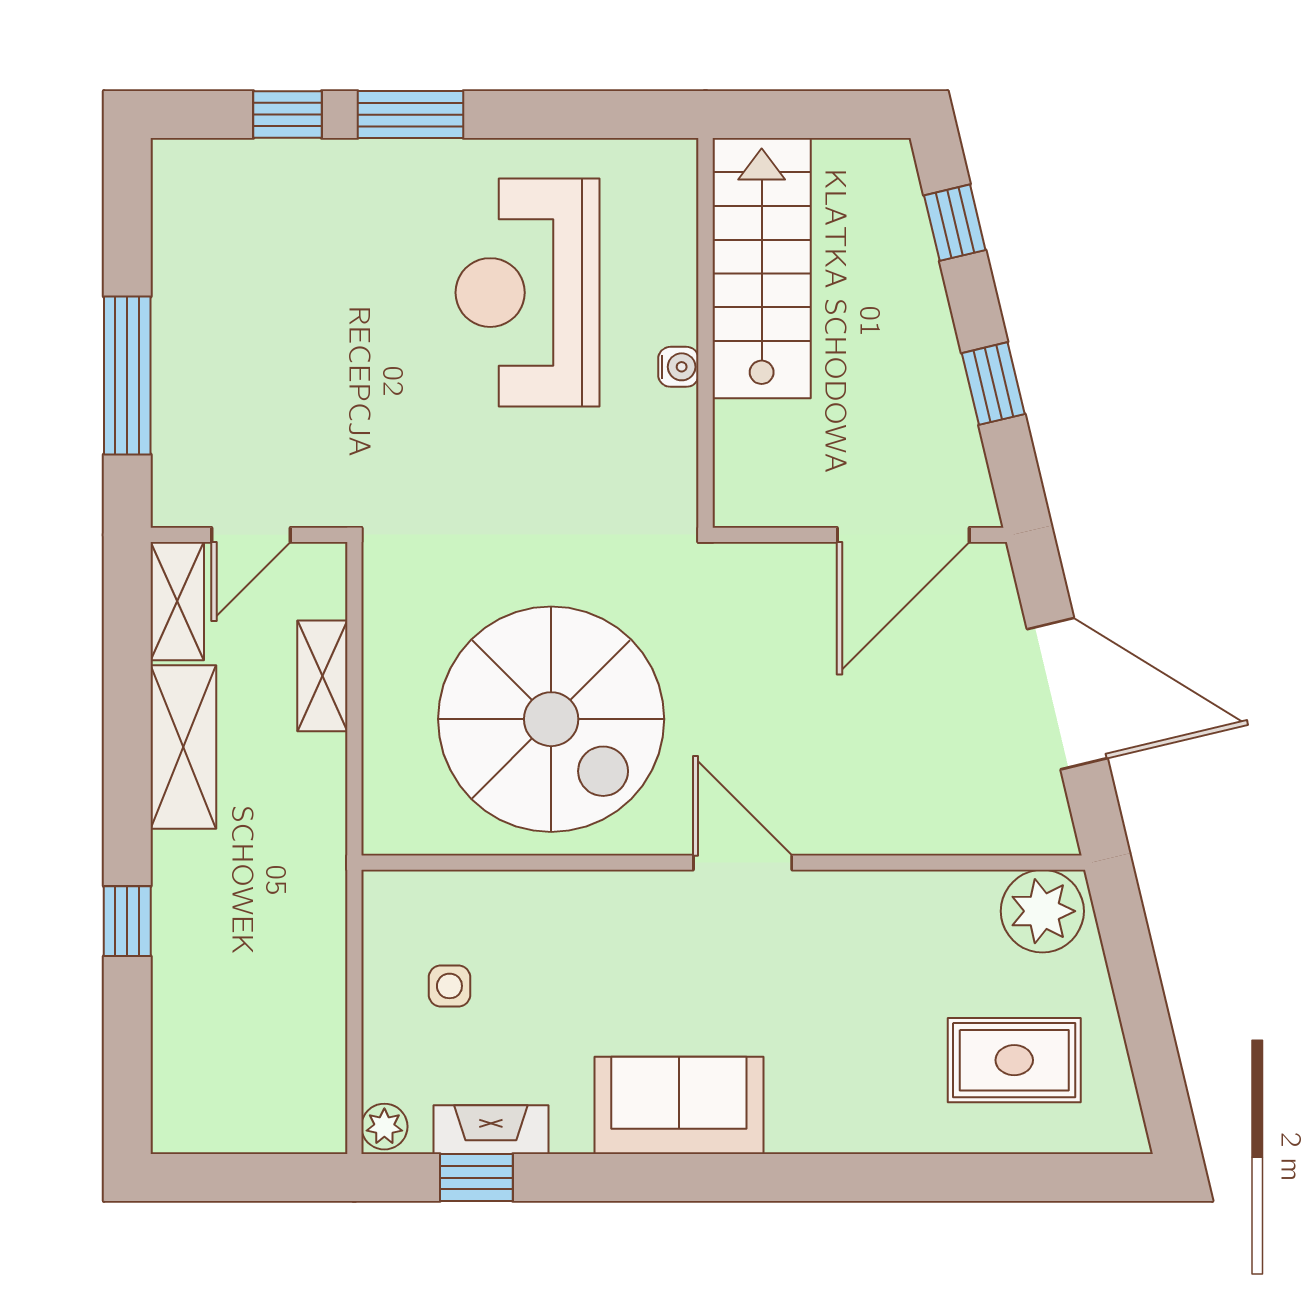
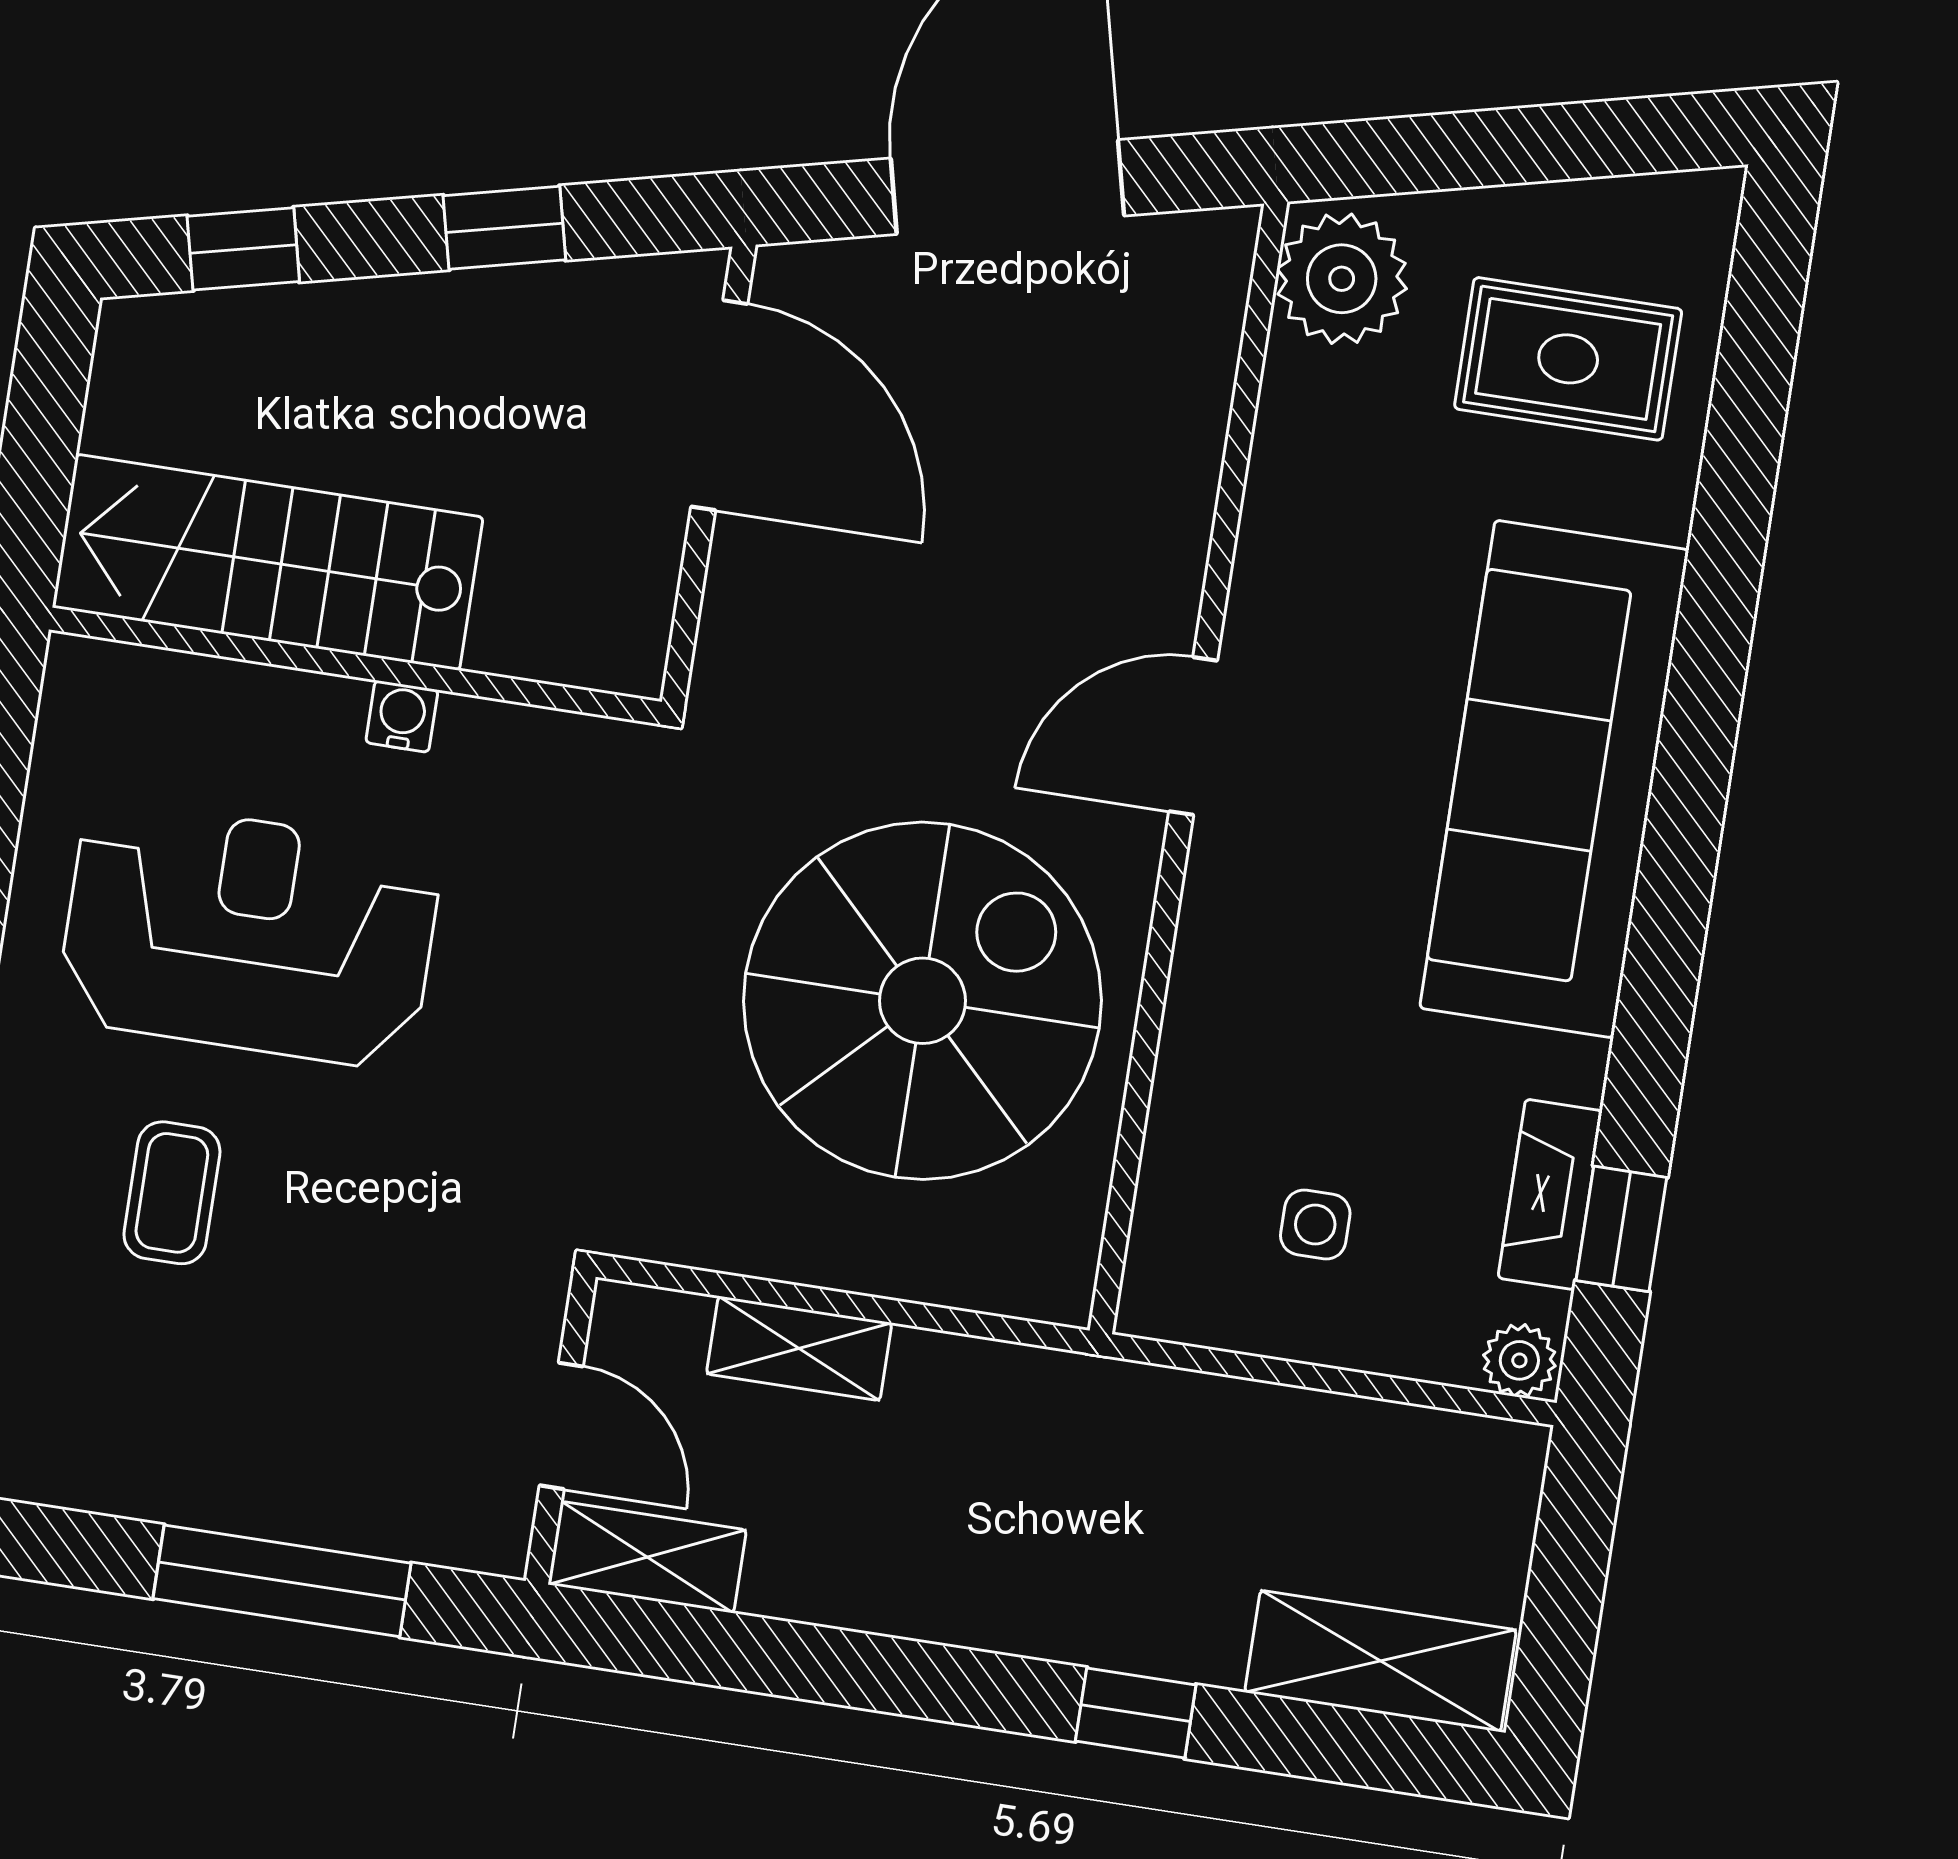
coffee table: (359, 269) -> (172, 1193), added
reception desk: (527, 293) -> (249, 934), turned 180
shelving: (183, 747) -> (1381, 1661), moved
rug: (1014, 1060) -> (1568, 359), turned 90
sofa: (679, 1105) -> (1554, 779), width x1.85, depth x1.27

